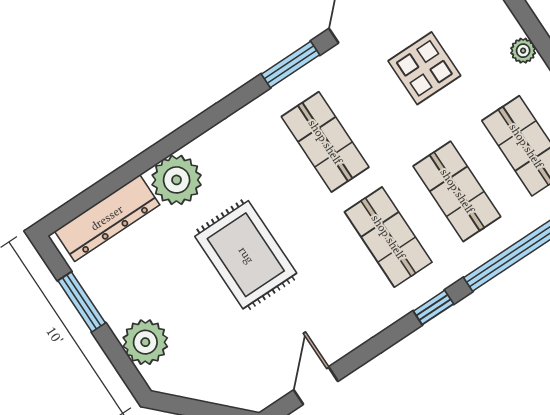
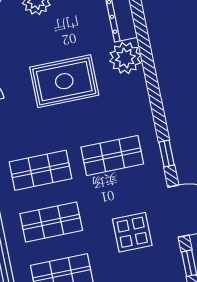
window: (290, 65) -> (167, 153), width x0.67

